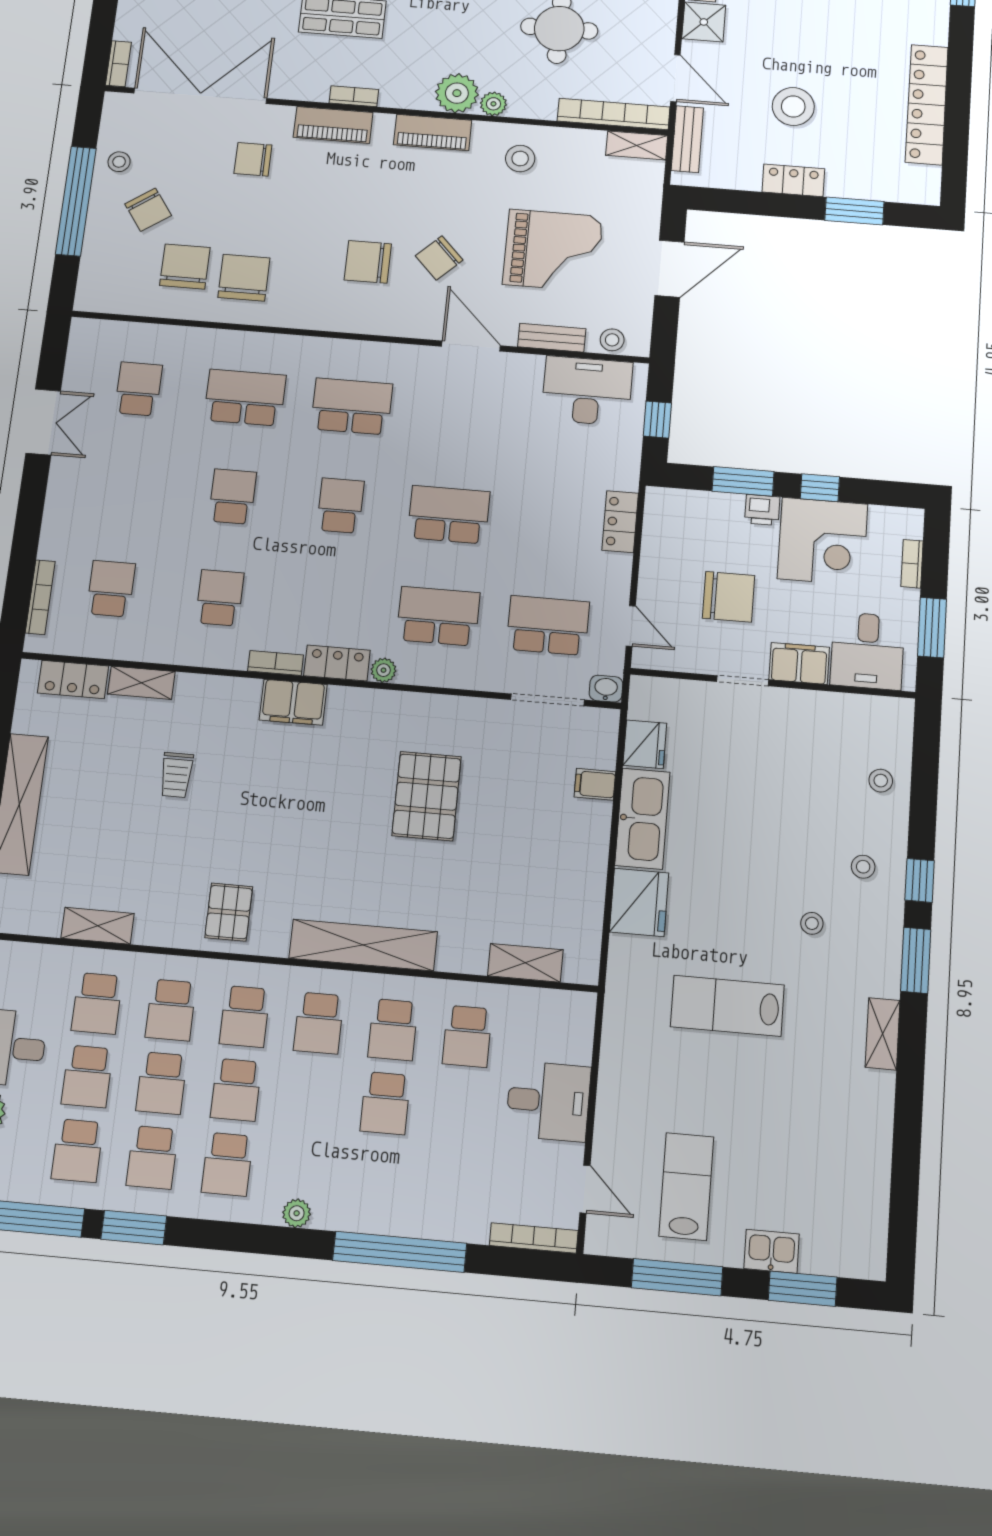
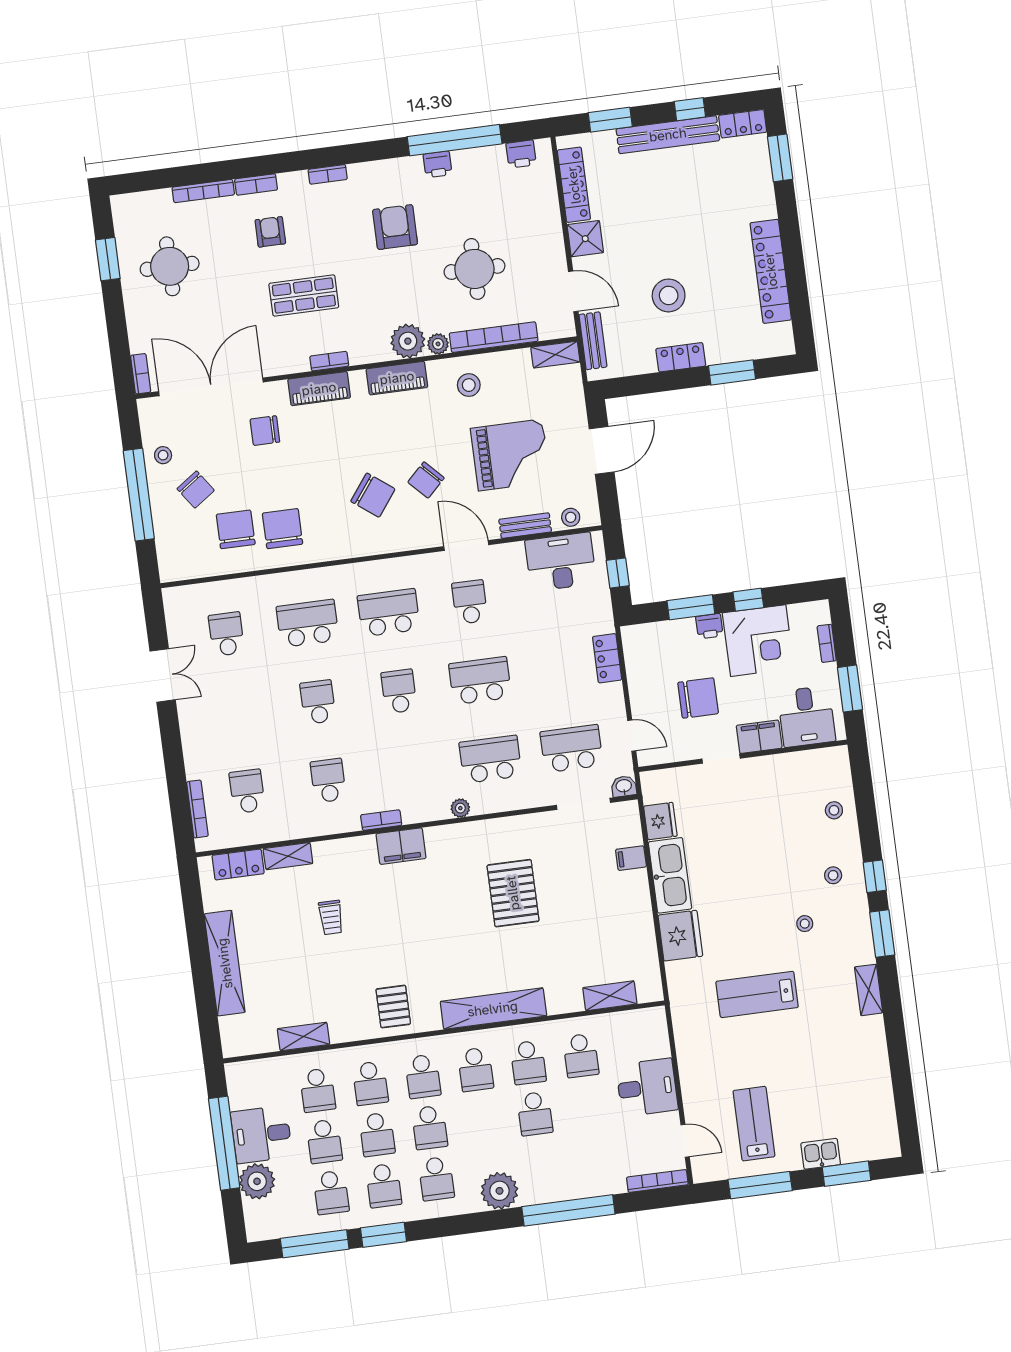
bookcase: (614, 114) -> (494, 337), moved
chair: (368, 262) -> (373, 495), turned -143
school desk: (459, 415) -> (470, 602), added
locker: (337, 663) -> (425, 810), removed
plant: (297, 1213) -> (499, 1191), width x1.87, depth x1.87

